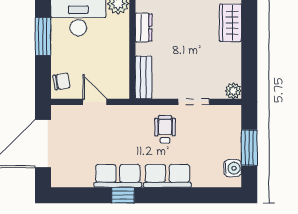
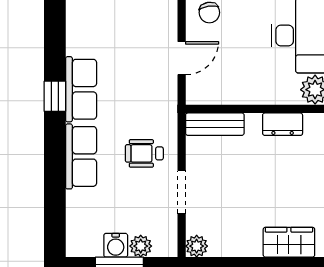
wheelchair: (165, 129) -> (144, 153), turned 180
plant: (233, 132) -> (141, 246), added
water cooler: (233, 168) -> (116, 245), moved

